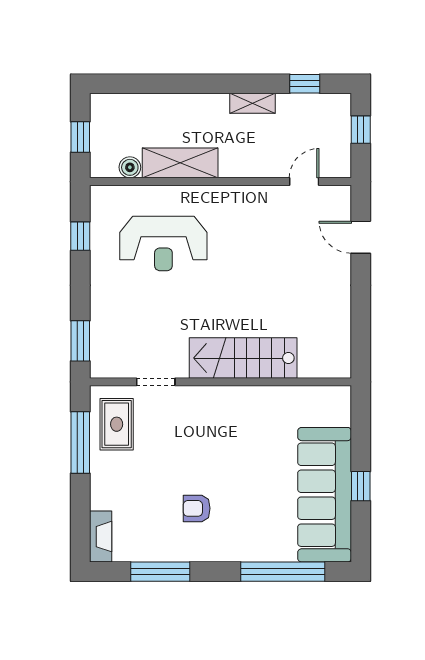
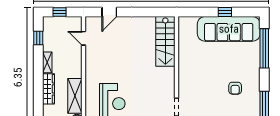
wardrobe: (195, 106) -> (48, 89), added
stairs: (243, 358) -> (165, 41), moved

